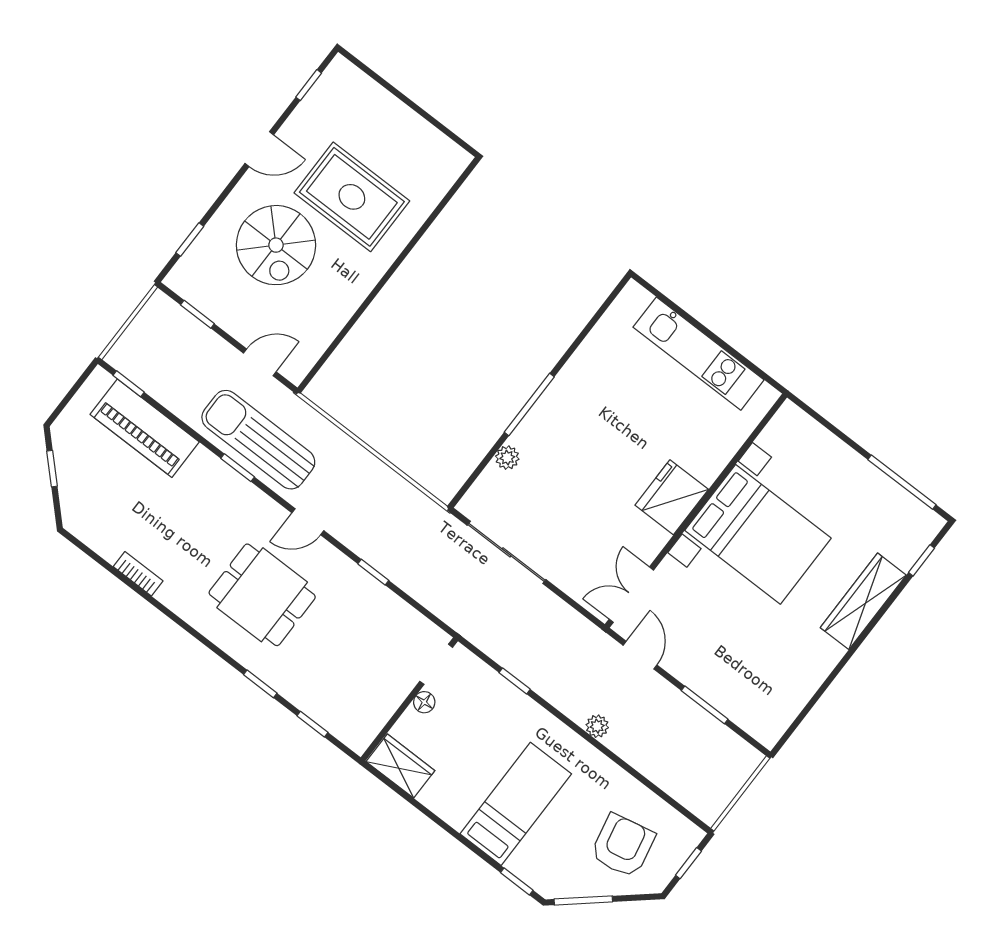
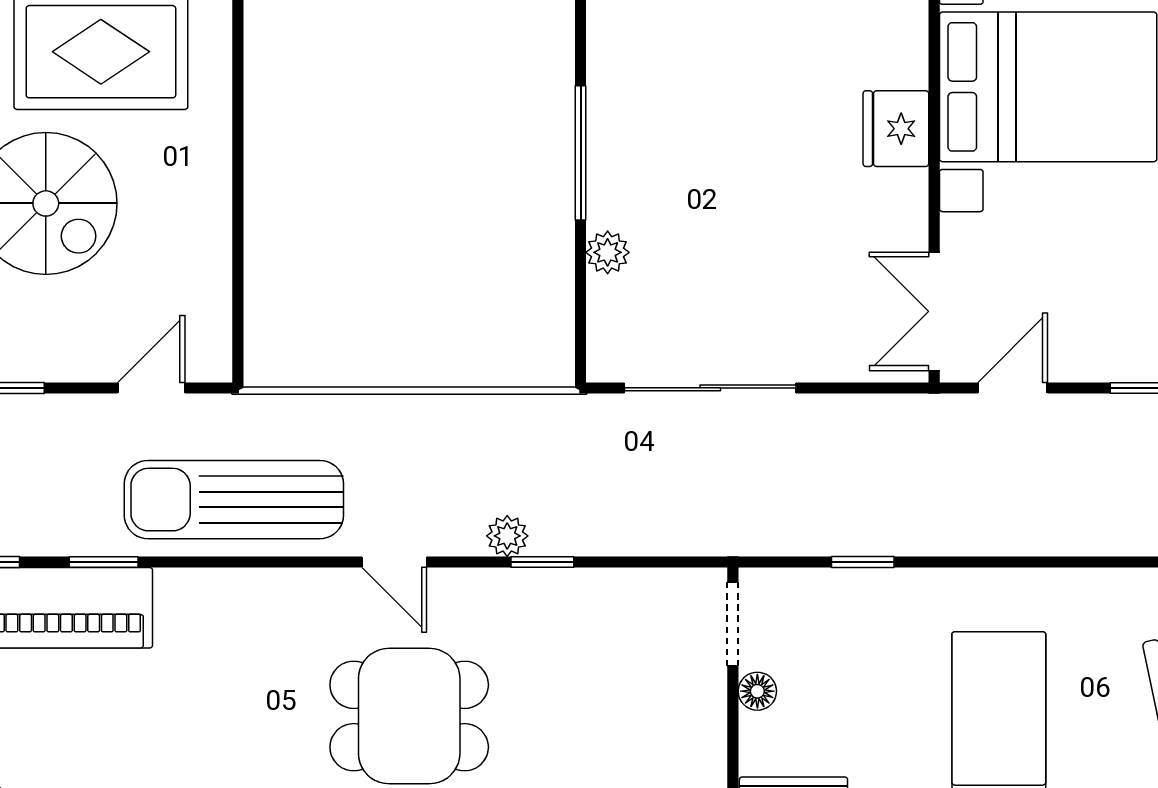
window: (238, 468) -> (104, 562), moved
fridge: (672, 497) -> (896, 129), width x0.73, depth x0.75
door: (308, 522) -> (394, 562), hinge flipped
door: (640, 655) -> (1013, 388), hinge flipped
plant: (597, 726) -> (507, 536), moved

